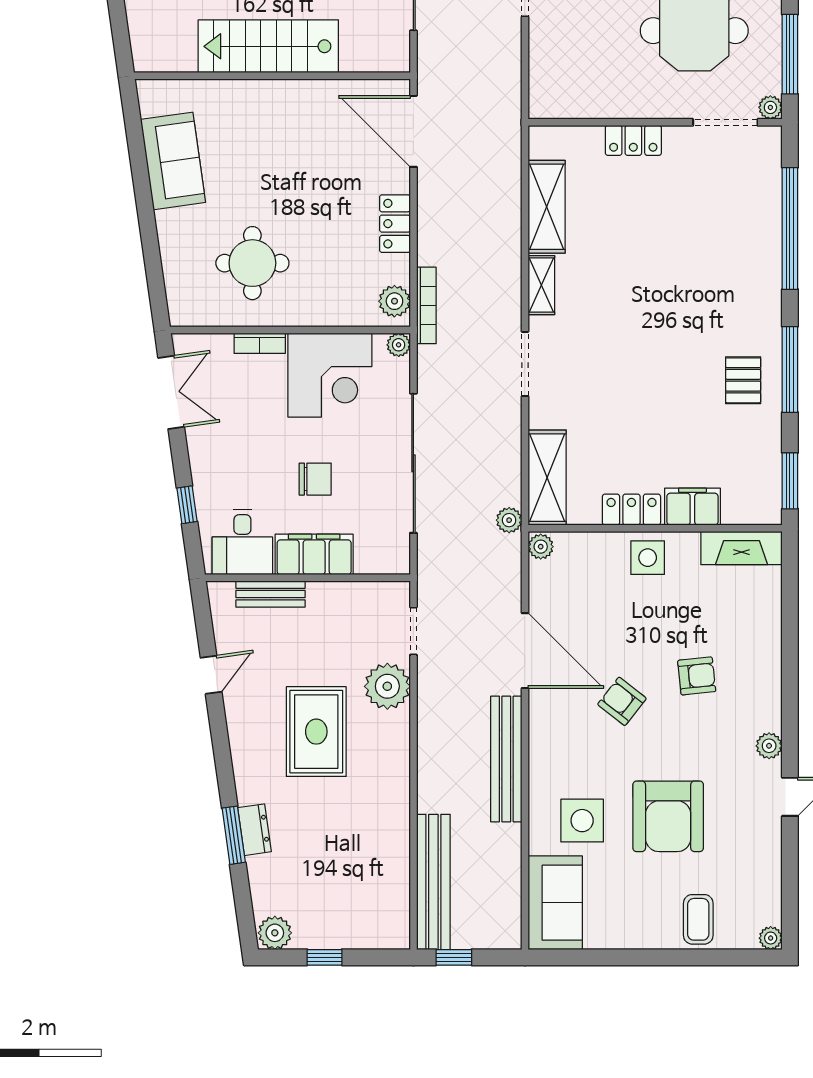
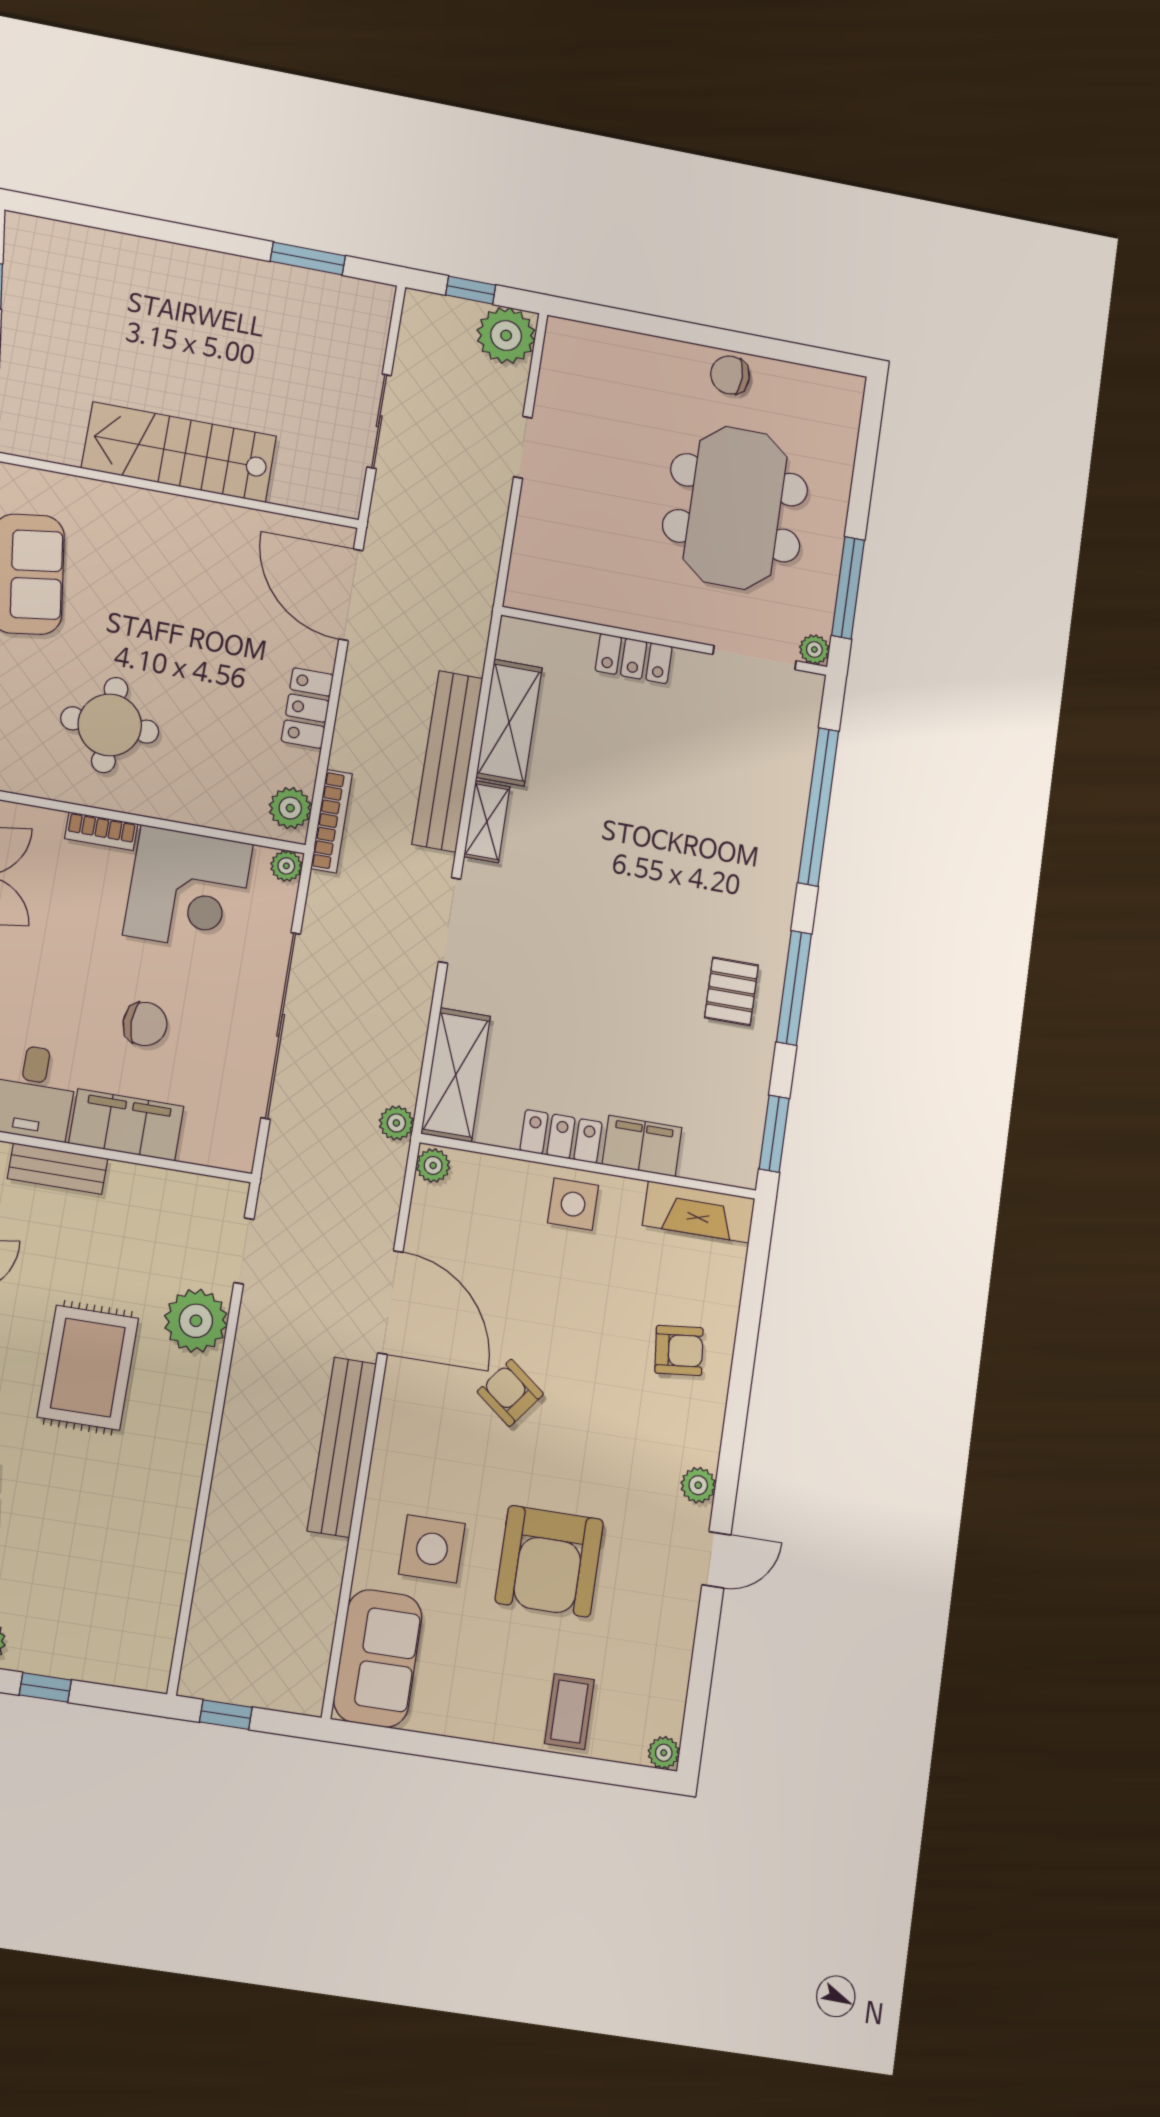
armchair: (697, 676) -> (679, 1350), moved
bench: (433, 882) -> (447, 761), moved

